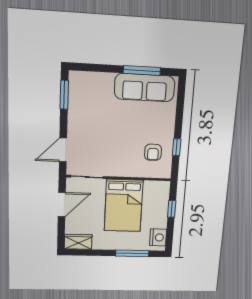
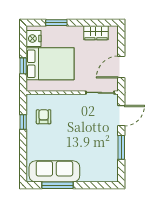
window: (64, 95) -> (121, 147), moved
bed: (124, 206) -> (50, 64), moved, turned 90
wardrobe: (78, 242) -> (96, 33), moved
window: (132, 253) -> (56, 23), width x0.69

